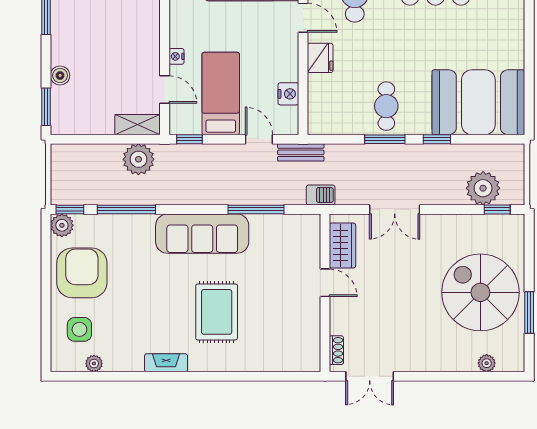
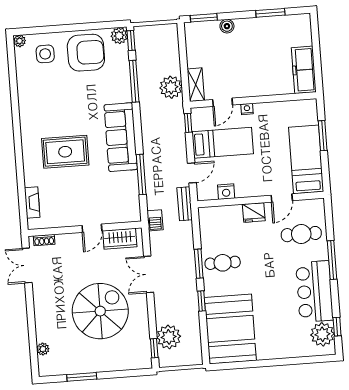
spiral stairs: (480, 292) -> (100, 311), moved
plant: (94, 363) -> (19, 41), moved
fireplace: (166, 363) -> (32, 203), moved

